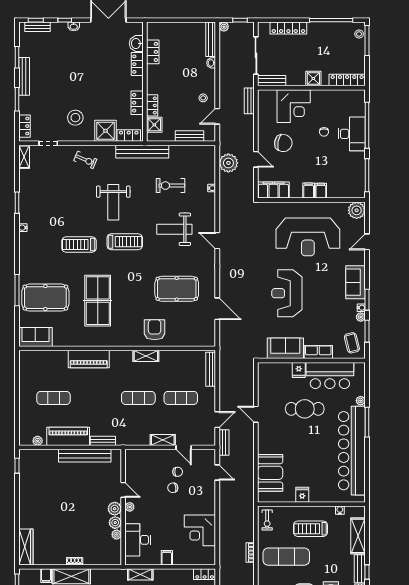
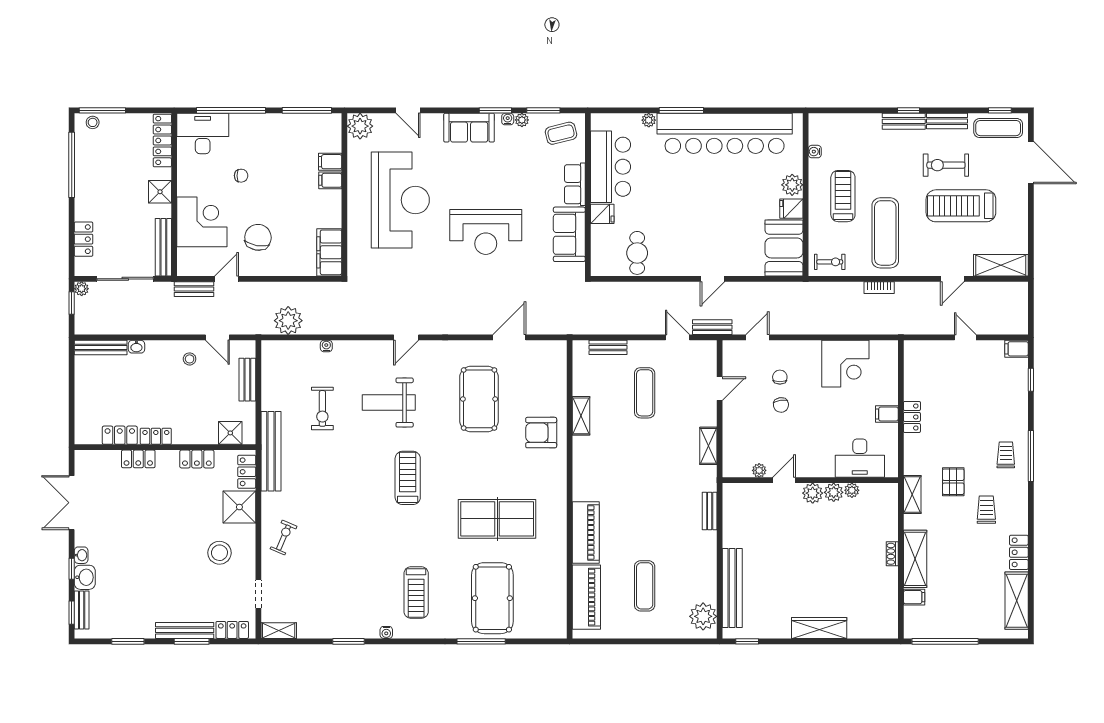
plant: (224, 27) -> (82, 289), moved
locker: (288, 28) -> (84, 239), width x0.66
washbasin: (136, 43) -> (85, 577), moved, turned -90
bench: (24, 76) -> (185, 630), moved
bench: (272, 81) -> (163, 247), width x1.36
locker: (152, 105) -> (156, 436), moved
desk: (352, 134) -> (203, 133), moved
door: (256, 159) -> (226, 279), moved
filing cabinet: (309, 191) -> (330, 162), moved
weight bench: (113, 202) -> (348, 495), removed
weight bench: (174, 229) -> (389, 403), turned 90
treadmill: (79, 245) -> (416, 593), moved
sofa: (35, 337) -> (552, 613), removed
shelving: (146, 356) -> (581, 416), moved
bench: (211, 369) -> (608, 347), width x0.73
exercise mat: (138, 398) -> (645, 457), removed
cafe table: (305, 409) -> (637, 253), moved, width x0.73, depth x0.74
door: (256, 414) -> (712, 279), moved
piano: (68, 436) -> (586, 597), moved, turned 180
shelving: (163, 440) -> (708, 446), moved
plant: (38, 441) -> (703, 616), width x1.87, depth x1.87
bench: (85, 456) -> (732, 588), moved
chair: (178, 472) -> (780, 377), moved
booth: (270, 473) -> (784, 248), moved, turned 90
plant: (318, 495) -> (792, 185), added
plant: (130, 507) -> (759, 470), moved
treadmill: (310, 529) -> (843, 196), turned 180
shelving: (358, 536) -> (854, 124), removed
wardrobe: (26, 547) -> (819, 628), moved
shelving: (140, 574) -> (912, 495), moved
locker: (205, 574) -> (912, 417), moved

